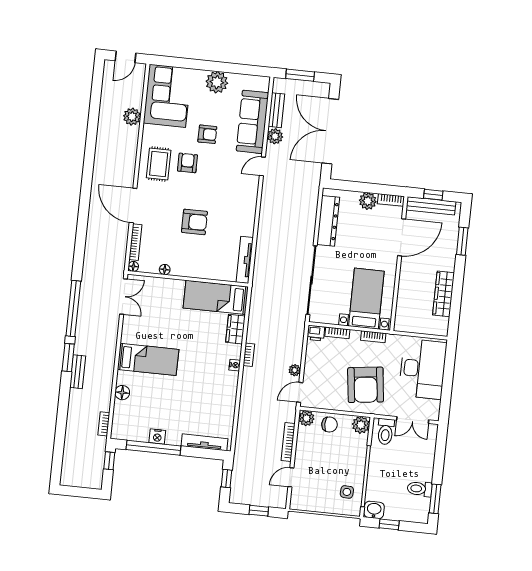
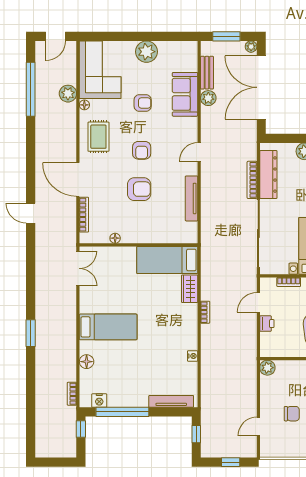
sofa: (252, 122) -> (185, 94), width x0.73
armchair: (187, 163) -> (142, 150), moved, turned 180
door: (262, 166) -> (199, 152), moved
door: (81, 235) -> (31, 213), added
tv unit: (245, 260) -> (192, 198), moved
floor lamp: (133, 266) -> (84, 105), moved
window: (73, 309) -> (31, 89), moved
printer: (316, 333) -> (267, 324), moved, turned -90
nightstand: (235, 365) -> (193, 356), moved
plant: (295, 370) -> (251, 47), moved
bench: (78, 372) -> (41, 346), removed
door: (300, 392) -> (258, 302), moved
chair: (330, 425) -> (292, 414), moved
nightstand: (157, 436) -> (99, 401), moved
bookcase: (288, 442) -> (252, 180), moved

